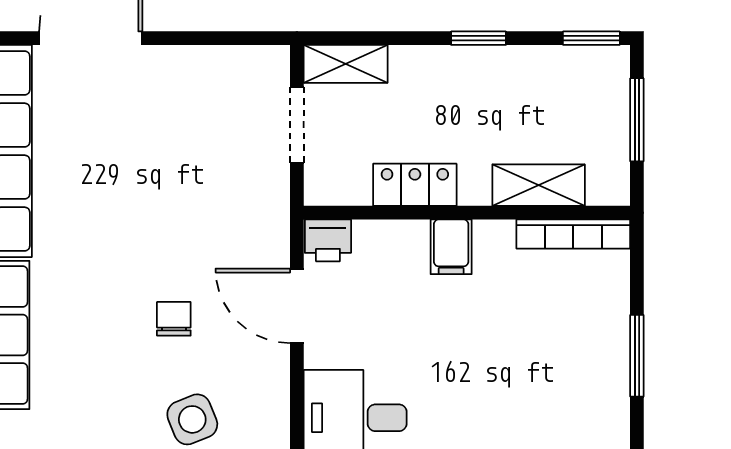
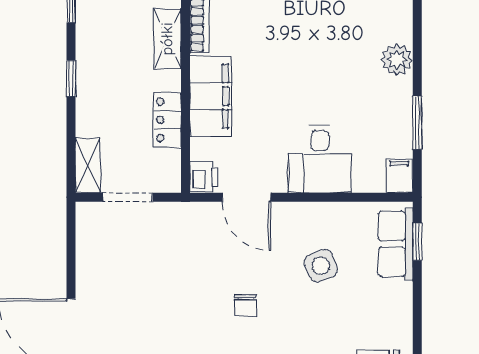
filing cabinet: (451, 247) -> (211, 96), width x3.00, depth x1.17
door: (297, 306) -> (247, 197), hinge flipped
chair: (174, 319) -> (245, 306), moved, turned -90

